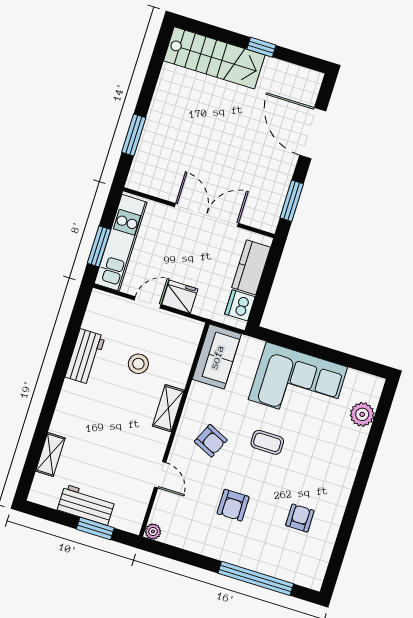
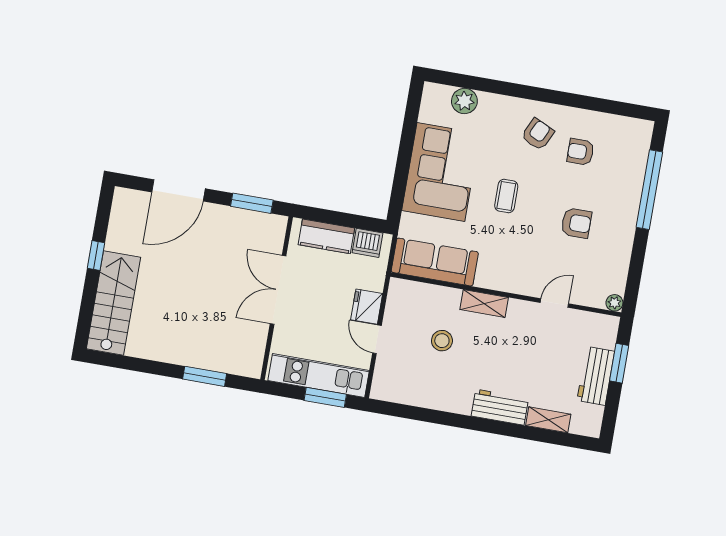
workbench: (85, 357) -> (500, 407), moved
sofa: (217, 357) -> (435, 262), width x1.36
armchair: (211, 441) -> (538, 134), moved

